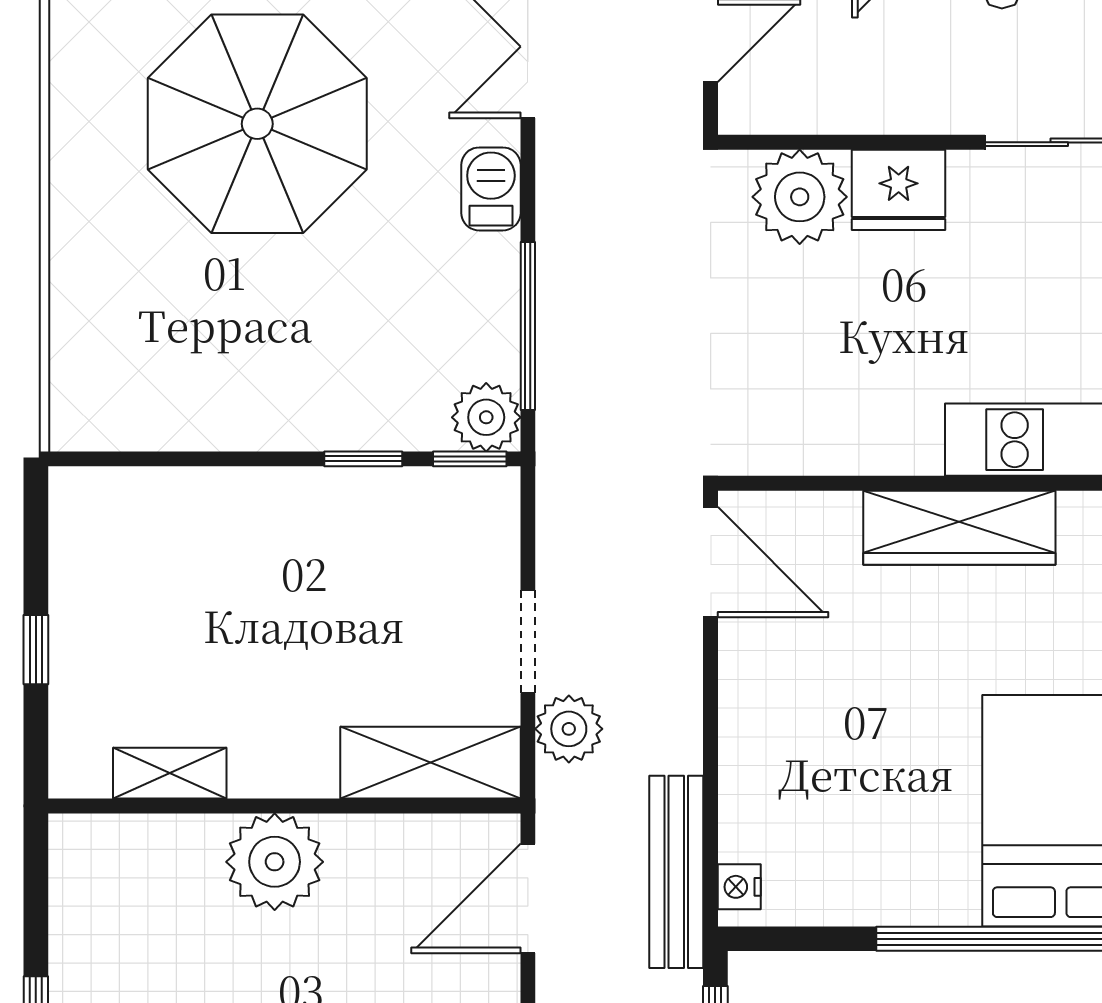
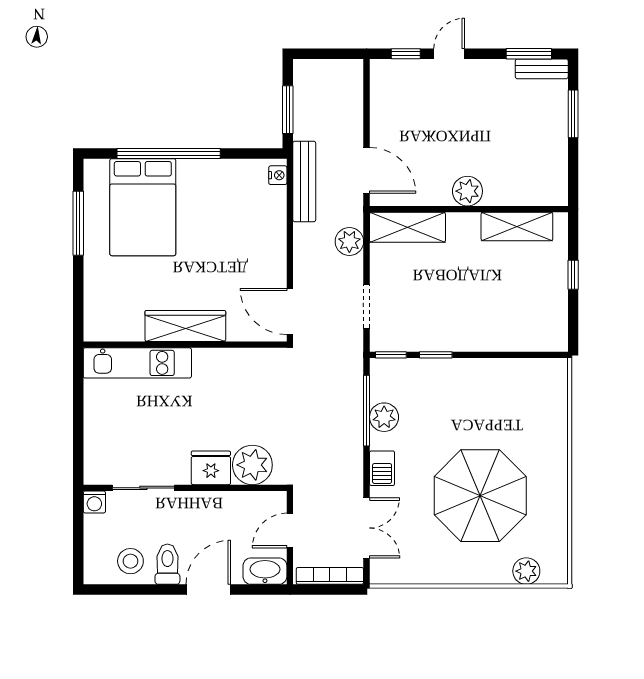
plant: (486, 417) -> (384, 417), moved
doorway: (528, 642) -> (367, 306), moved
shelving: (170, 773) -> (517, 226), width x1.50, depth x1.33
plant: (275, 862) -> (467, 191), width x0.73, depth x0.73
door: (528, 898) -> (367, 170), hinge flipped

